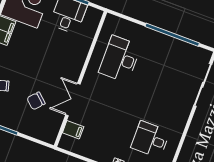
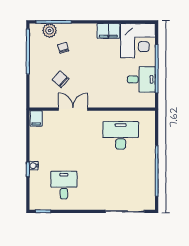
filing cabinet: (73, 130) -> (36, 118), moved

